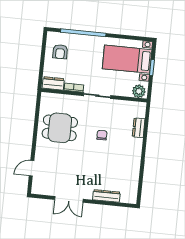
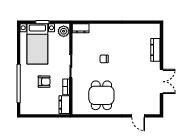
armchair: (60, 52) -> (44, 82), moved
dresser: (139, 128) -> (81, 28), moved

